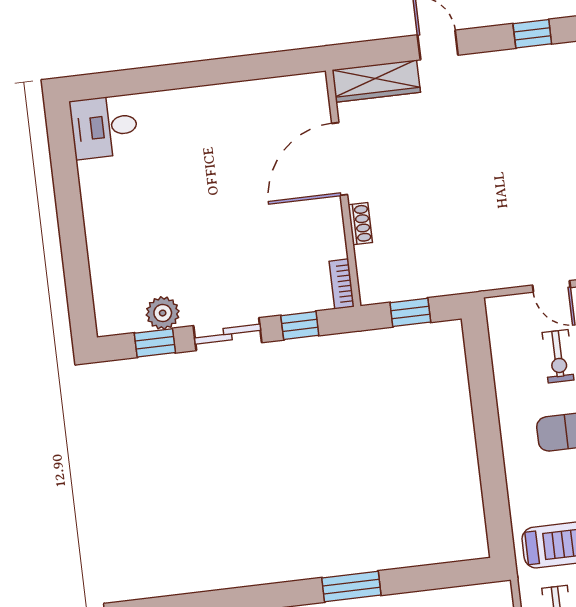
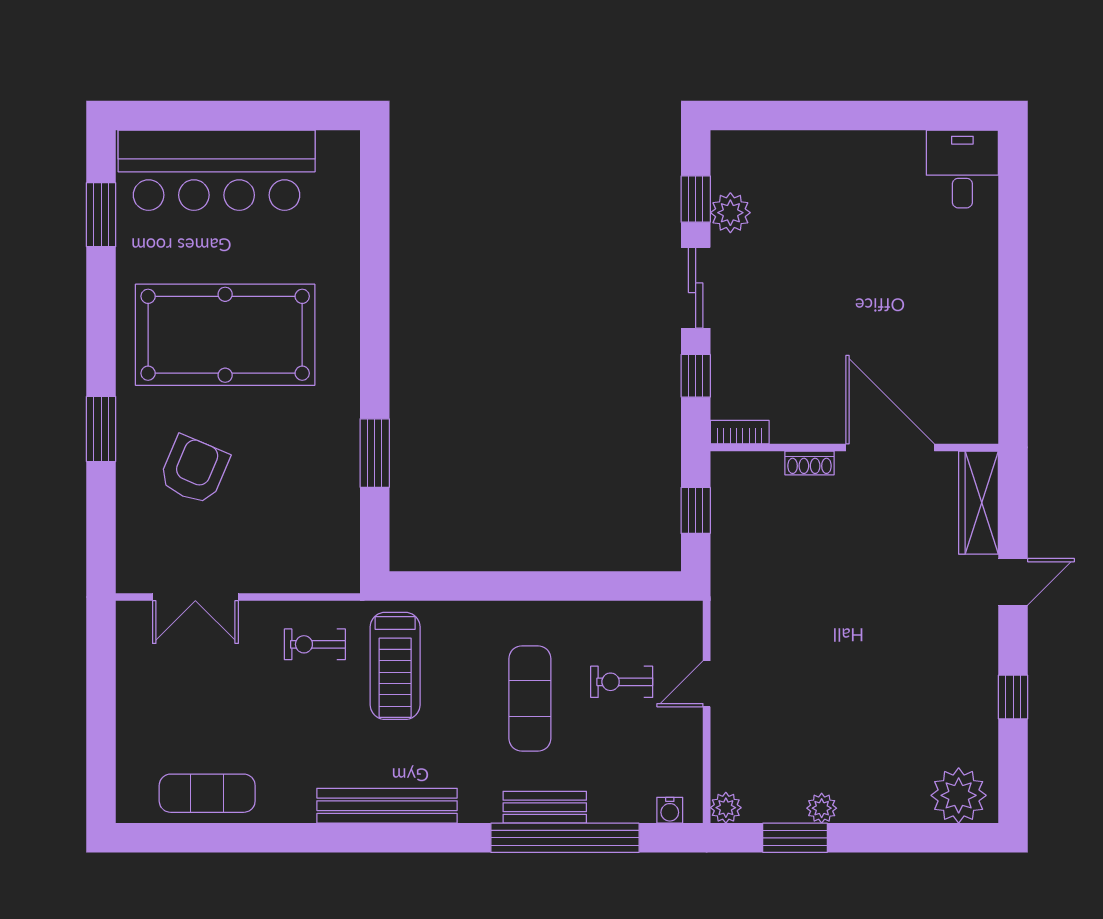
window: (351, 586) -> (375, 453), moved

